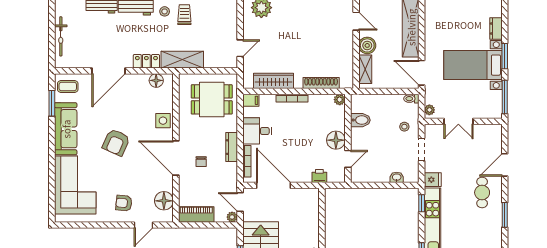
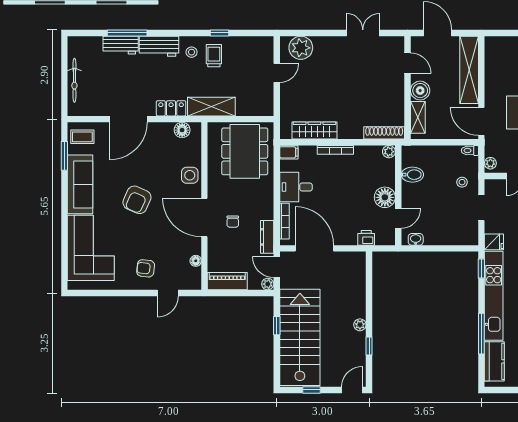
door: (240, 48) -> (277, 73), moved
shoe rack: (321, 83) -> (384, 133), moved
dining table: (212, 99) -> (245, 151), width x1.38
dresser: (232, 147) -> (267, 237), moved
washbasin: (397, 177) -> (416, 239), moved
floor lamp: (164, 201) -> (196, 261), width x0.53, depth x0.53

